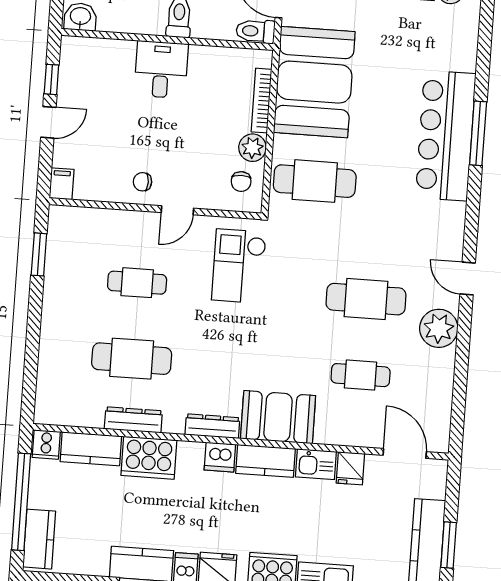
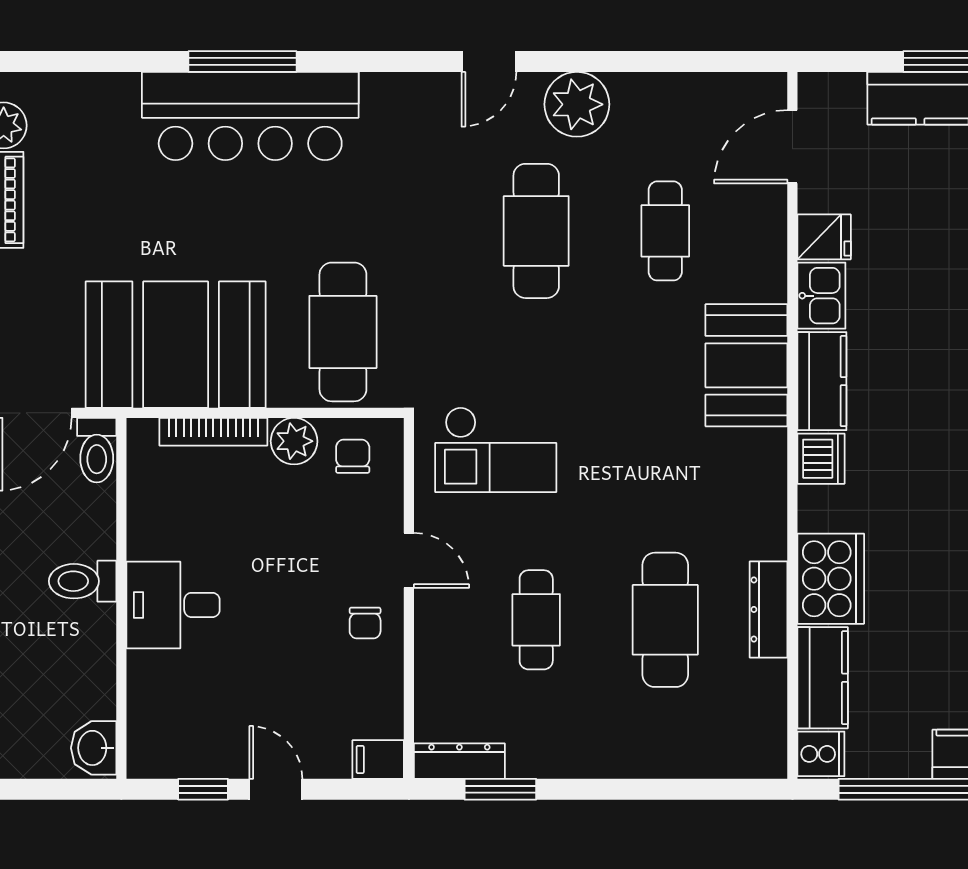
chair: (241, 182) -> (353, 456), turned -90
dresser: (212, 426) -> (459, 761), moved, turned 90

